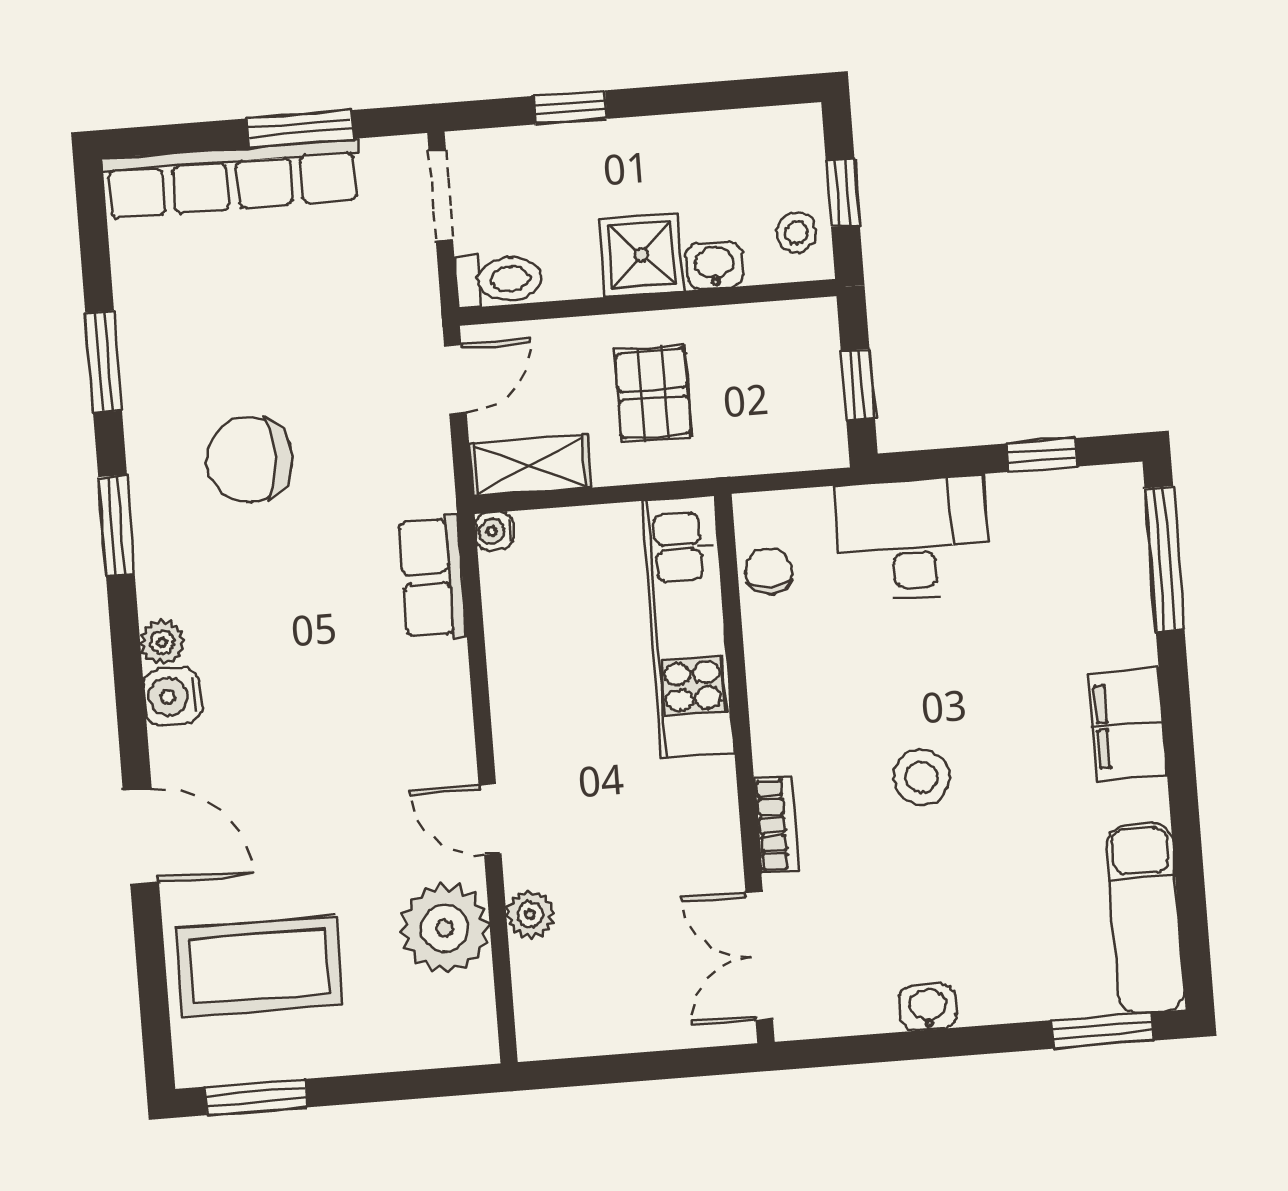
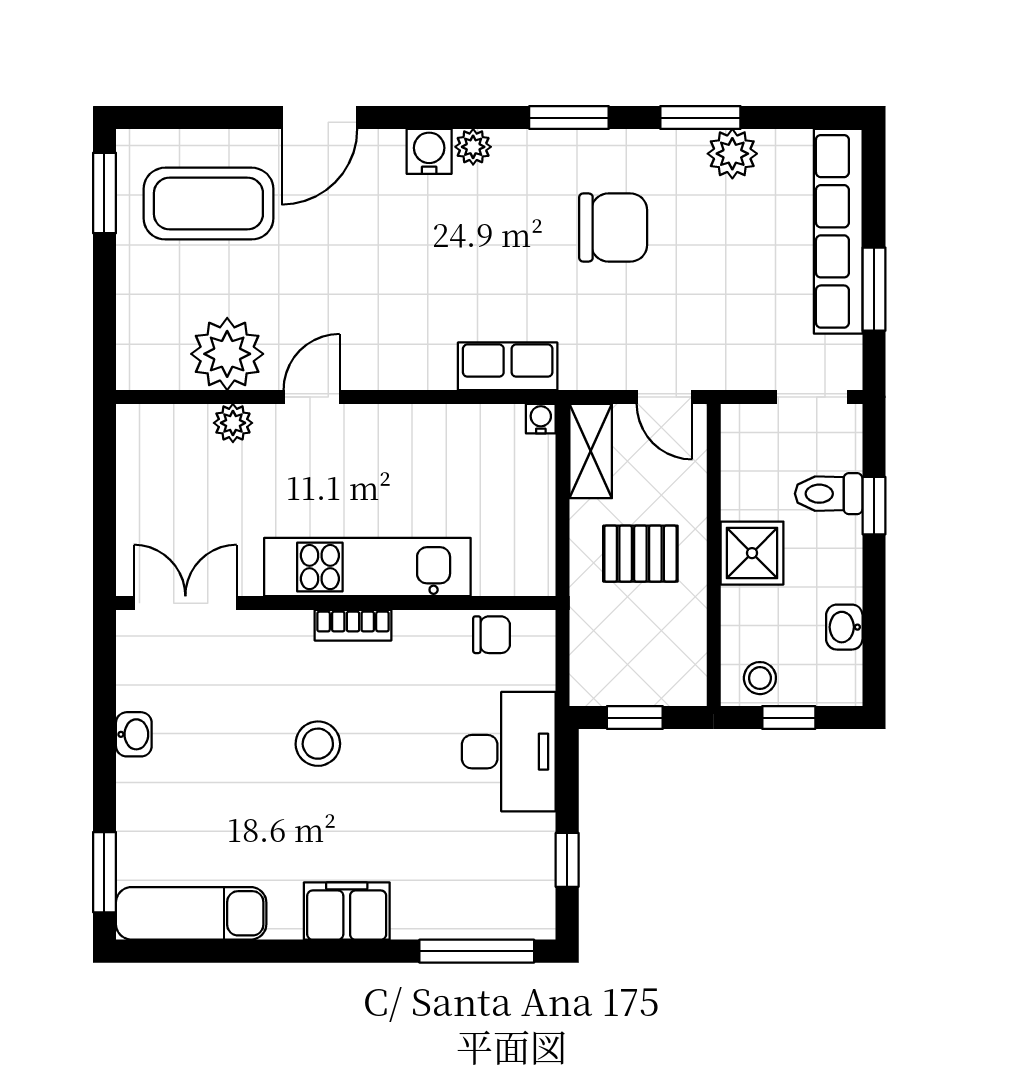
washbasin: (714, 266) -> (844, 627), moved, turned 180
toilet: (499, 280) -> (829, 494), moved, turned 90
plant: (146, 318) -> (732, 154), added
chair: (249, 460) -> (613, 227), turned 90
kitchen unit: (688, 627) -> (367, 567), moved
bookcase: (777, 825) -> (353, 625), moved
coffee table: (259, 966) -> (208, 204), turned 90

